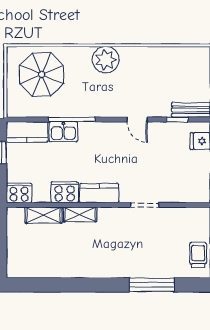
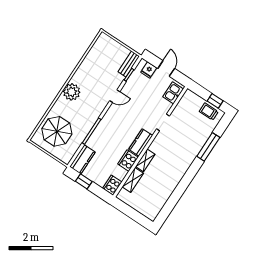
kitchen sink: (63, 132) -> (173, 93), moved, turned 180

